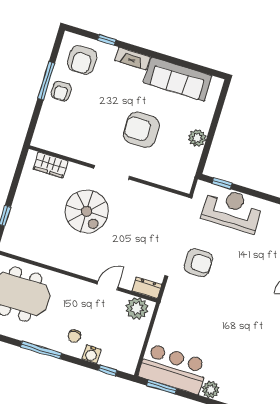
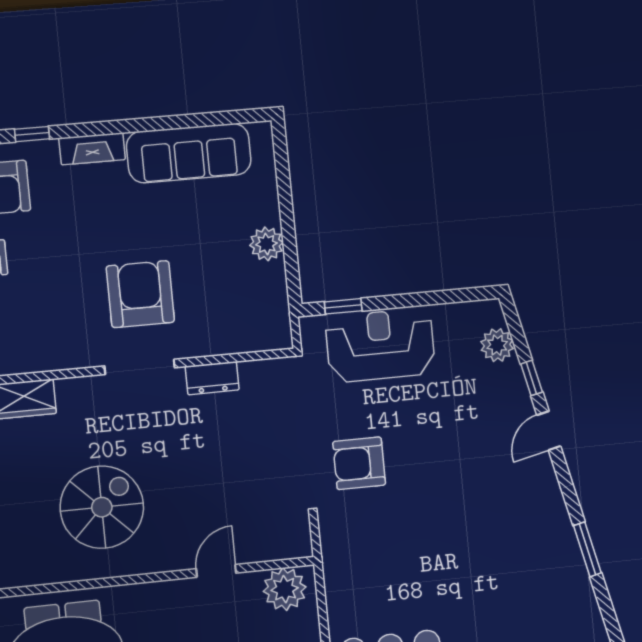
armchair: (141, 130) -> (140, 294), moved, turned 90
spiral stairs: (87, 211) -> (102, 507), moved, turned -90
armchair: (198, 263) -> (359, 463), turned 180
dresser: (147, 288) -> (212, 378), moved, turned 180

